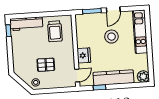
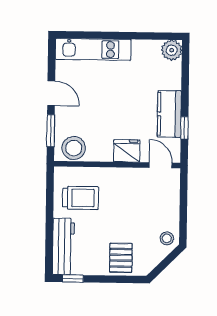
stool: (111, 37) -> (74, 148), moved
pallet: (46, 65) -> (121, 258), moved
kitchen counter: (113, 78) -> (169, 114), width x0.67

